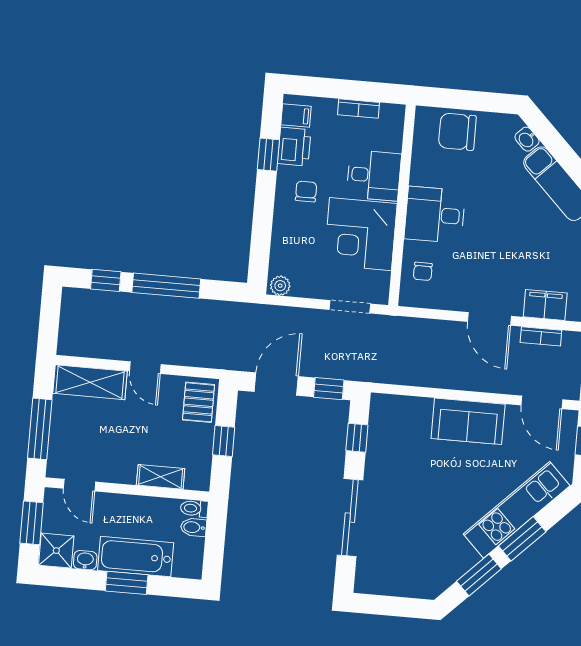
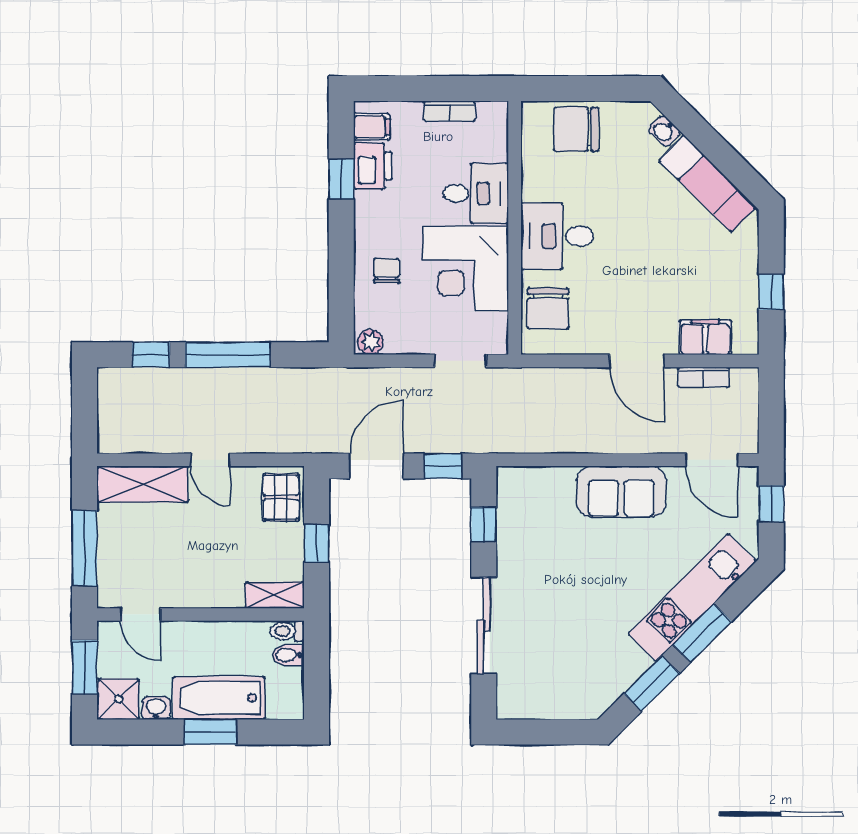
chair: (306, 191) -> (387, 271), moved
chair: (423, 271) -> (548, 308), width x1.87, depth x1.87
shelving: (161, 477) -> (275, 595), moved

